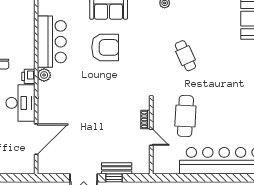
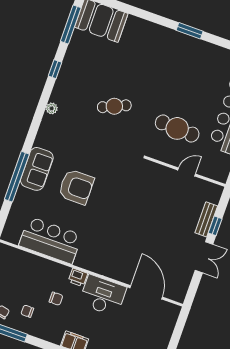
armchair: (105, 47) -> (76, 187), turned 90
plant: (44, 75) -> (82, 261), removed
shoe rack: (145, 120) -> (166, 172), removed

